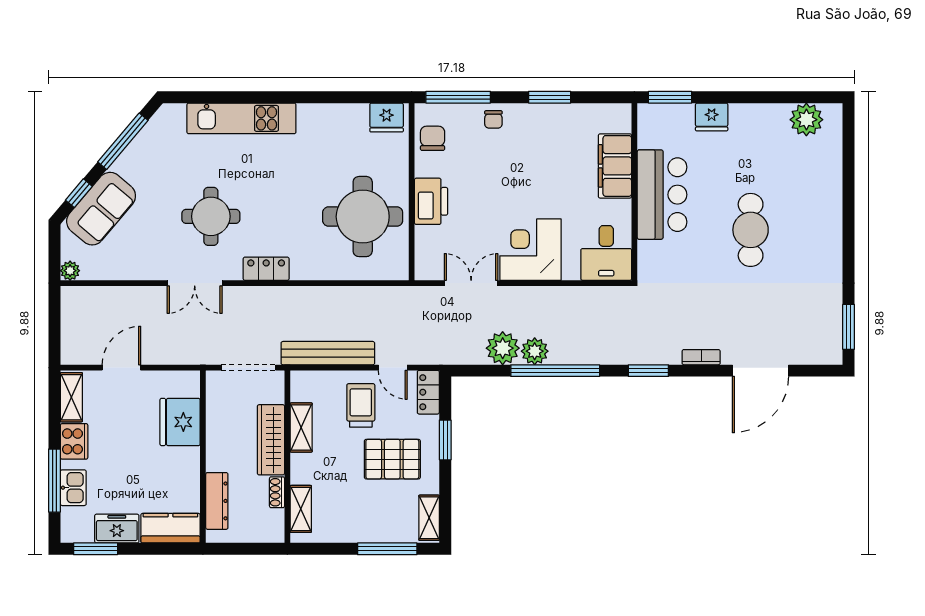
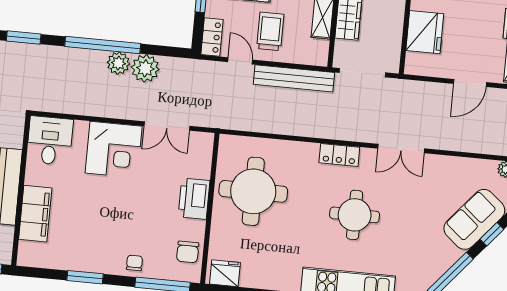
round table: (211, 216) -> (355, 215), moved
double door: (195, 283) -> (401, 149), swing flipped
trolley: (361, 405) -> (270, 31), turned 180

